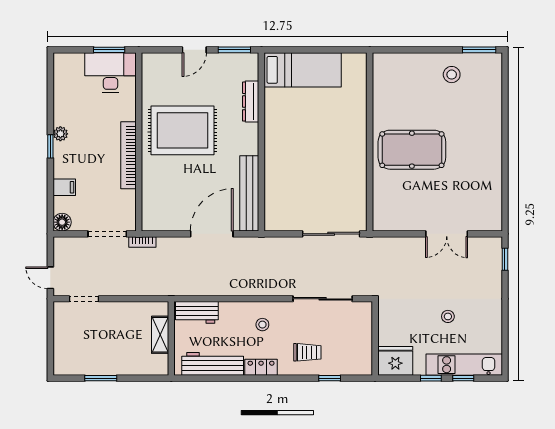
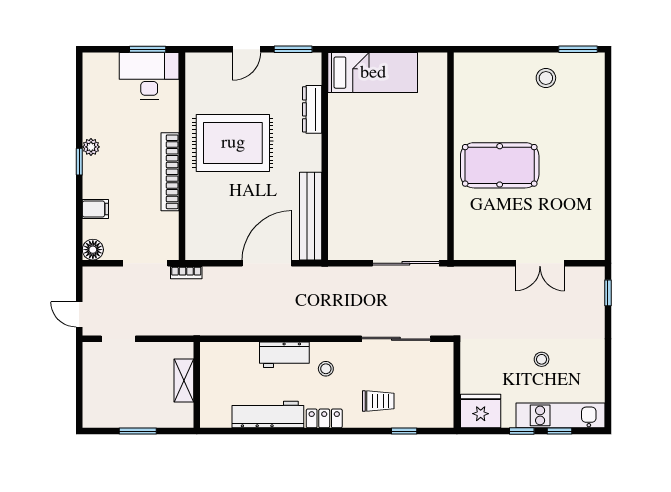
workbench: (197, 312) -> (284, 355), moved
shelving: (160, 335) -> (184, 381), moved
wall: (171, 338) -> (197, 385), moved

